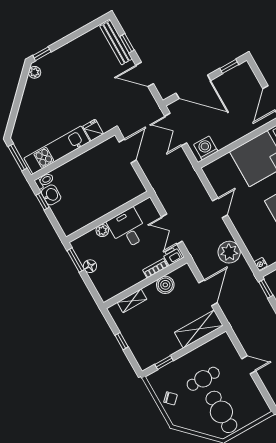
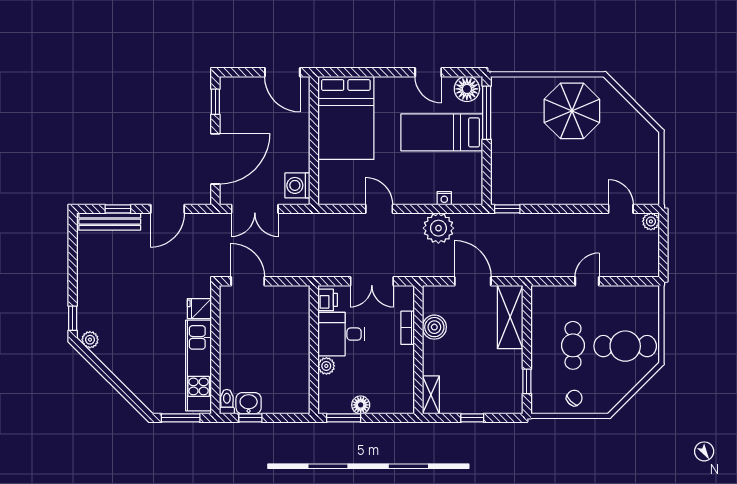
printer: (172, 256) -> (328, 300), moved, turned 180
nightstand: (261, 264) -> (444, 198), moved
shelving: (132, 301) -> (431, 395), moved

